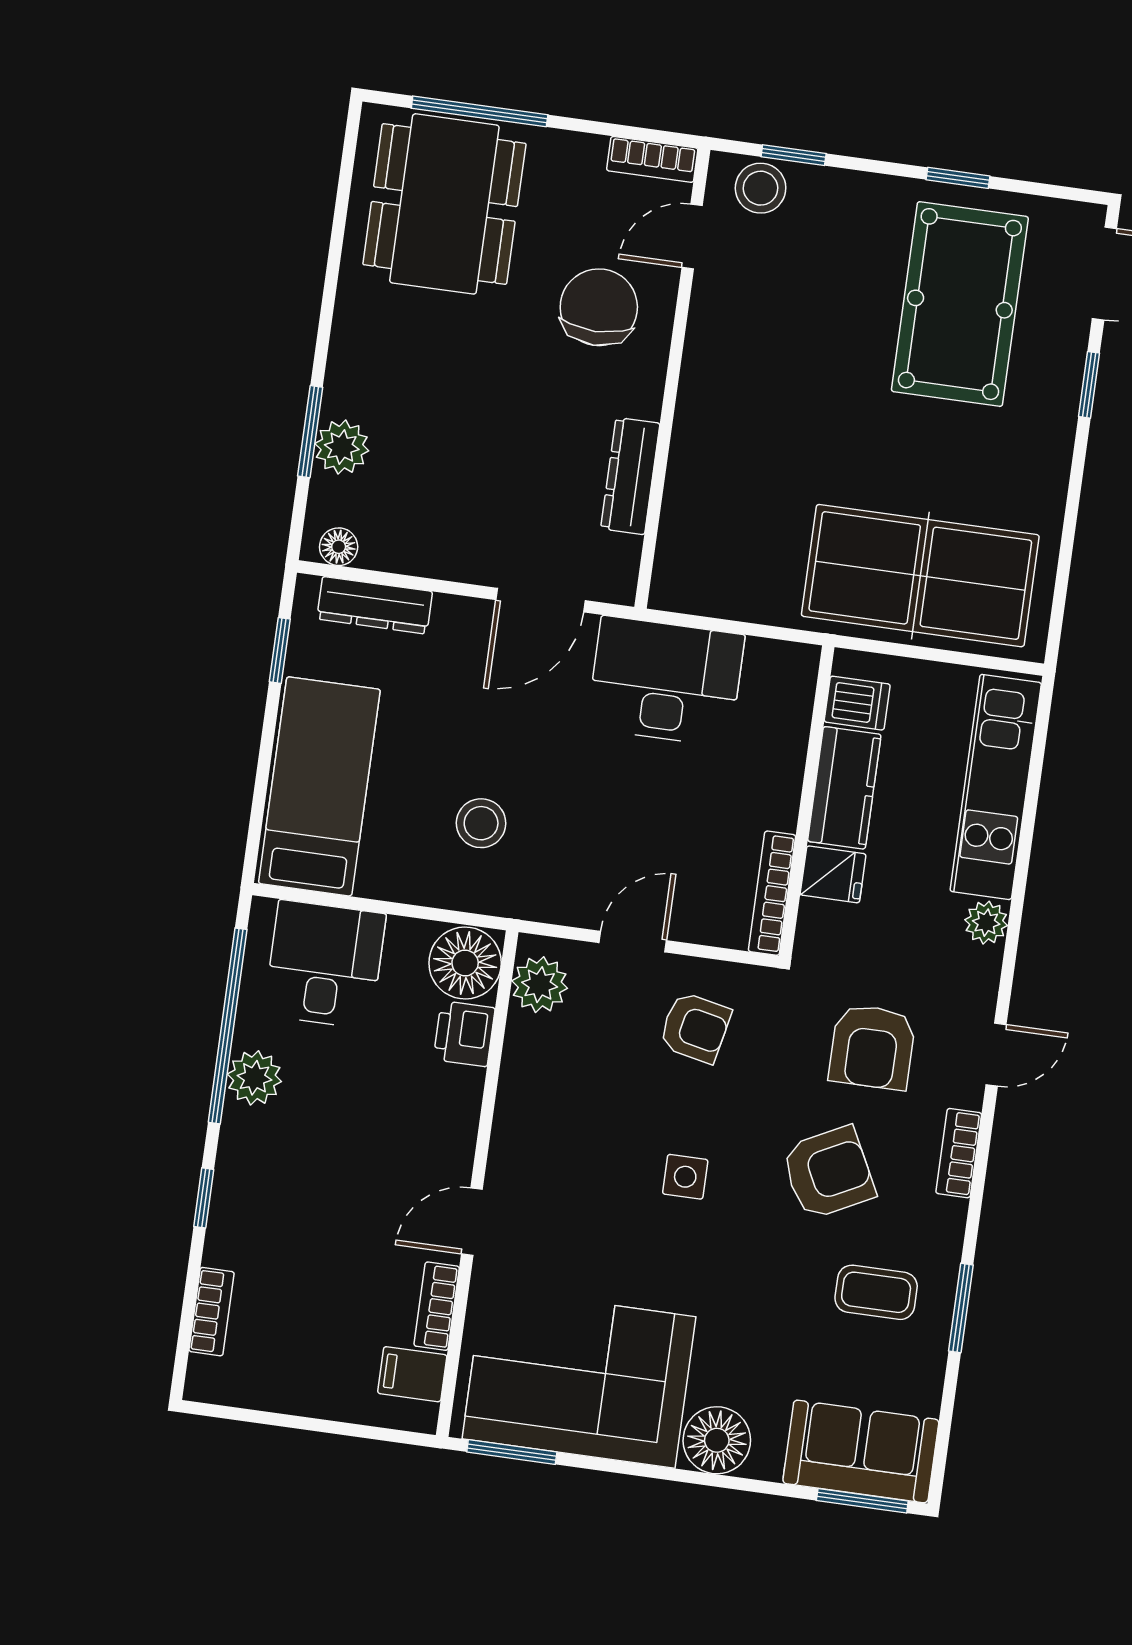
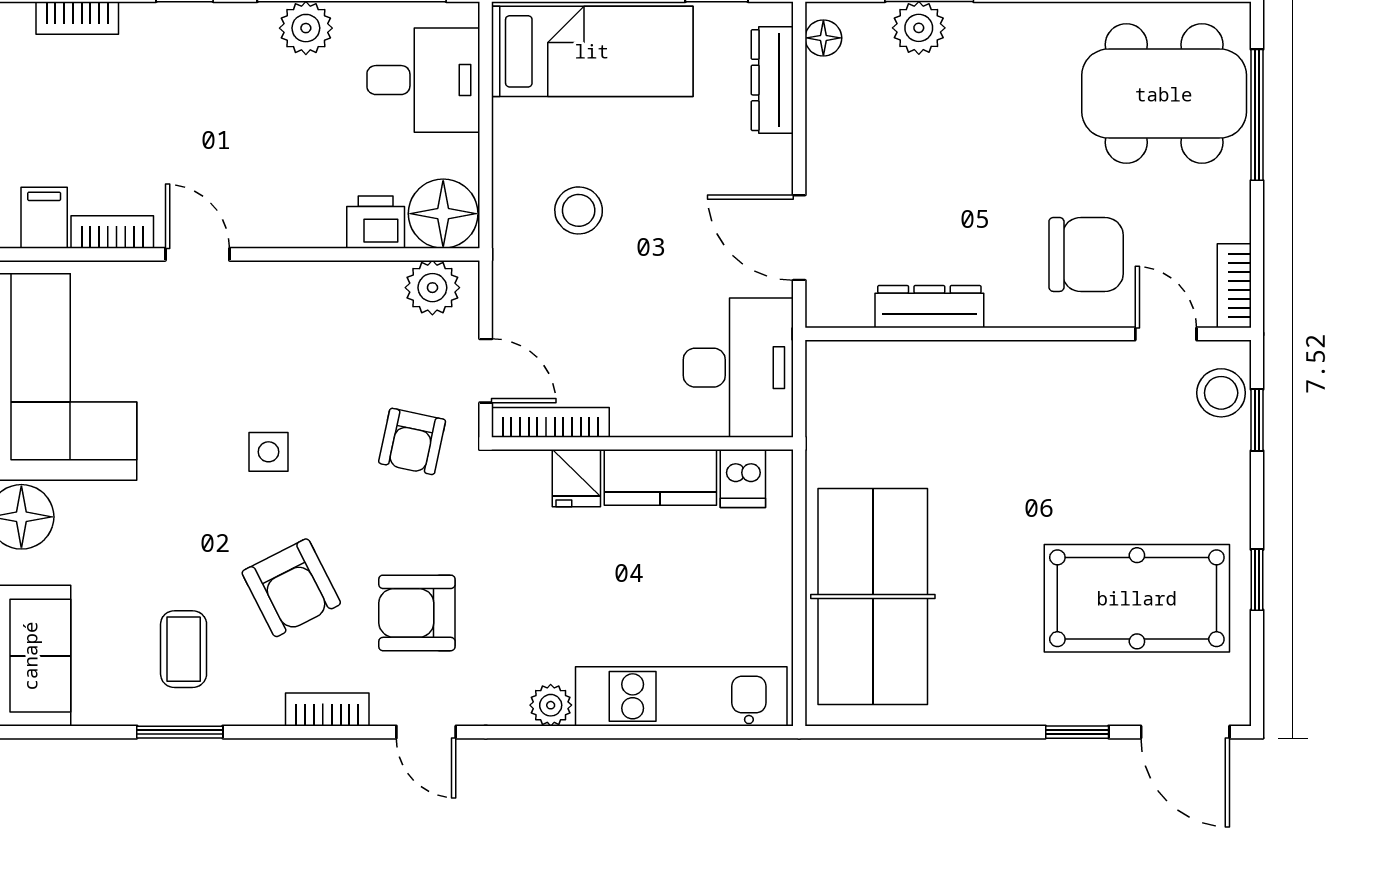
dishwasher: (857, 703) -> (743, 478), moved
kitchen counter: (844, 788) -> (660, 477), moved
wall: (807, 801) -> (642, 443), moved
fridge: (833, 874) -> (576, 478), moved
bookcase: (772, 893) -> (550, 422), moved

